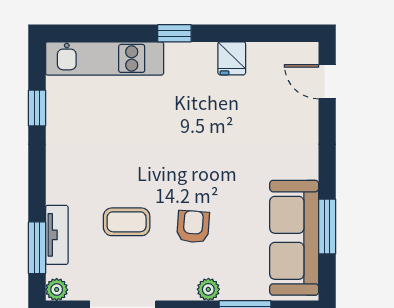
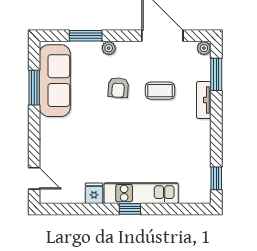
kitchen unit: (105, 58) -> (141, 193), moved
window: (37, 108) -> (216, 178), moved
tv unit: (57, 235) -> (204, 100), moved

